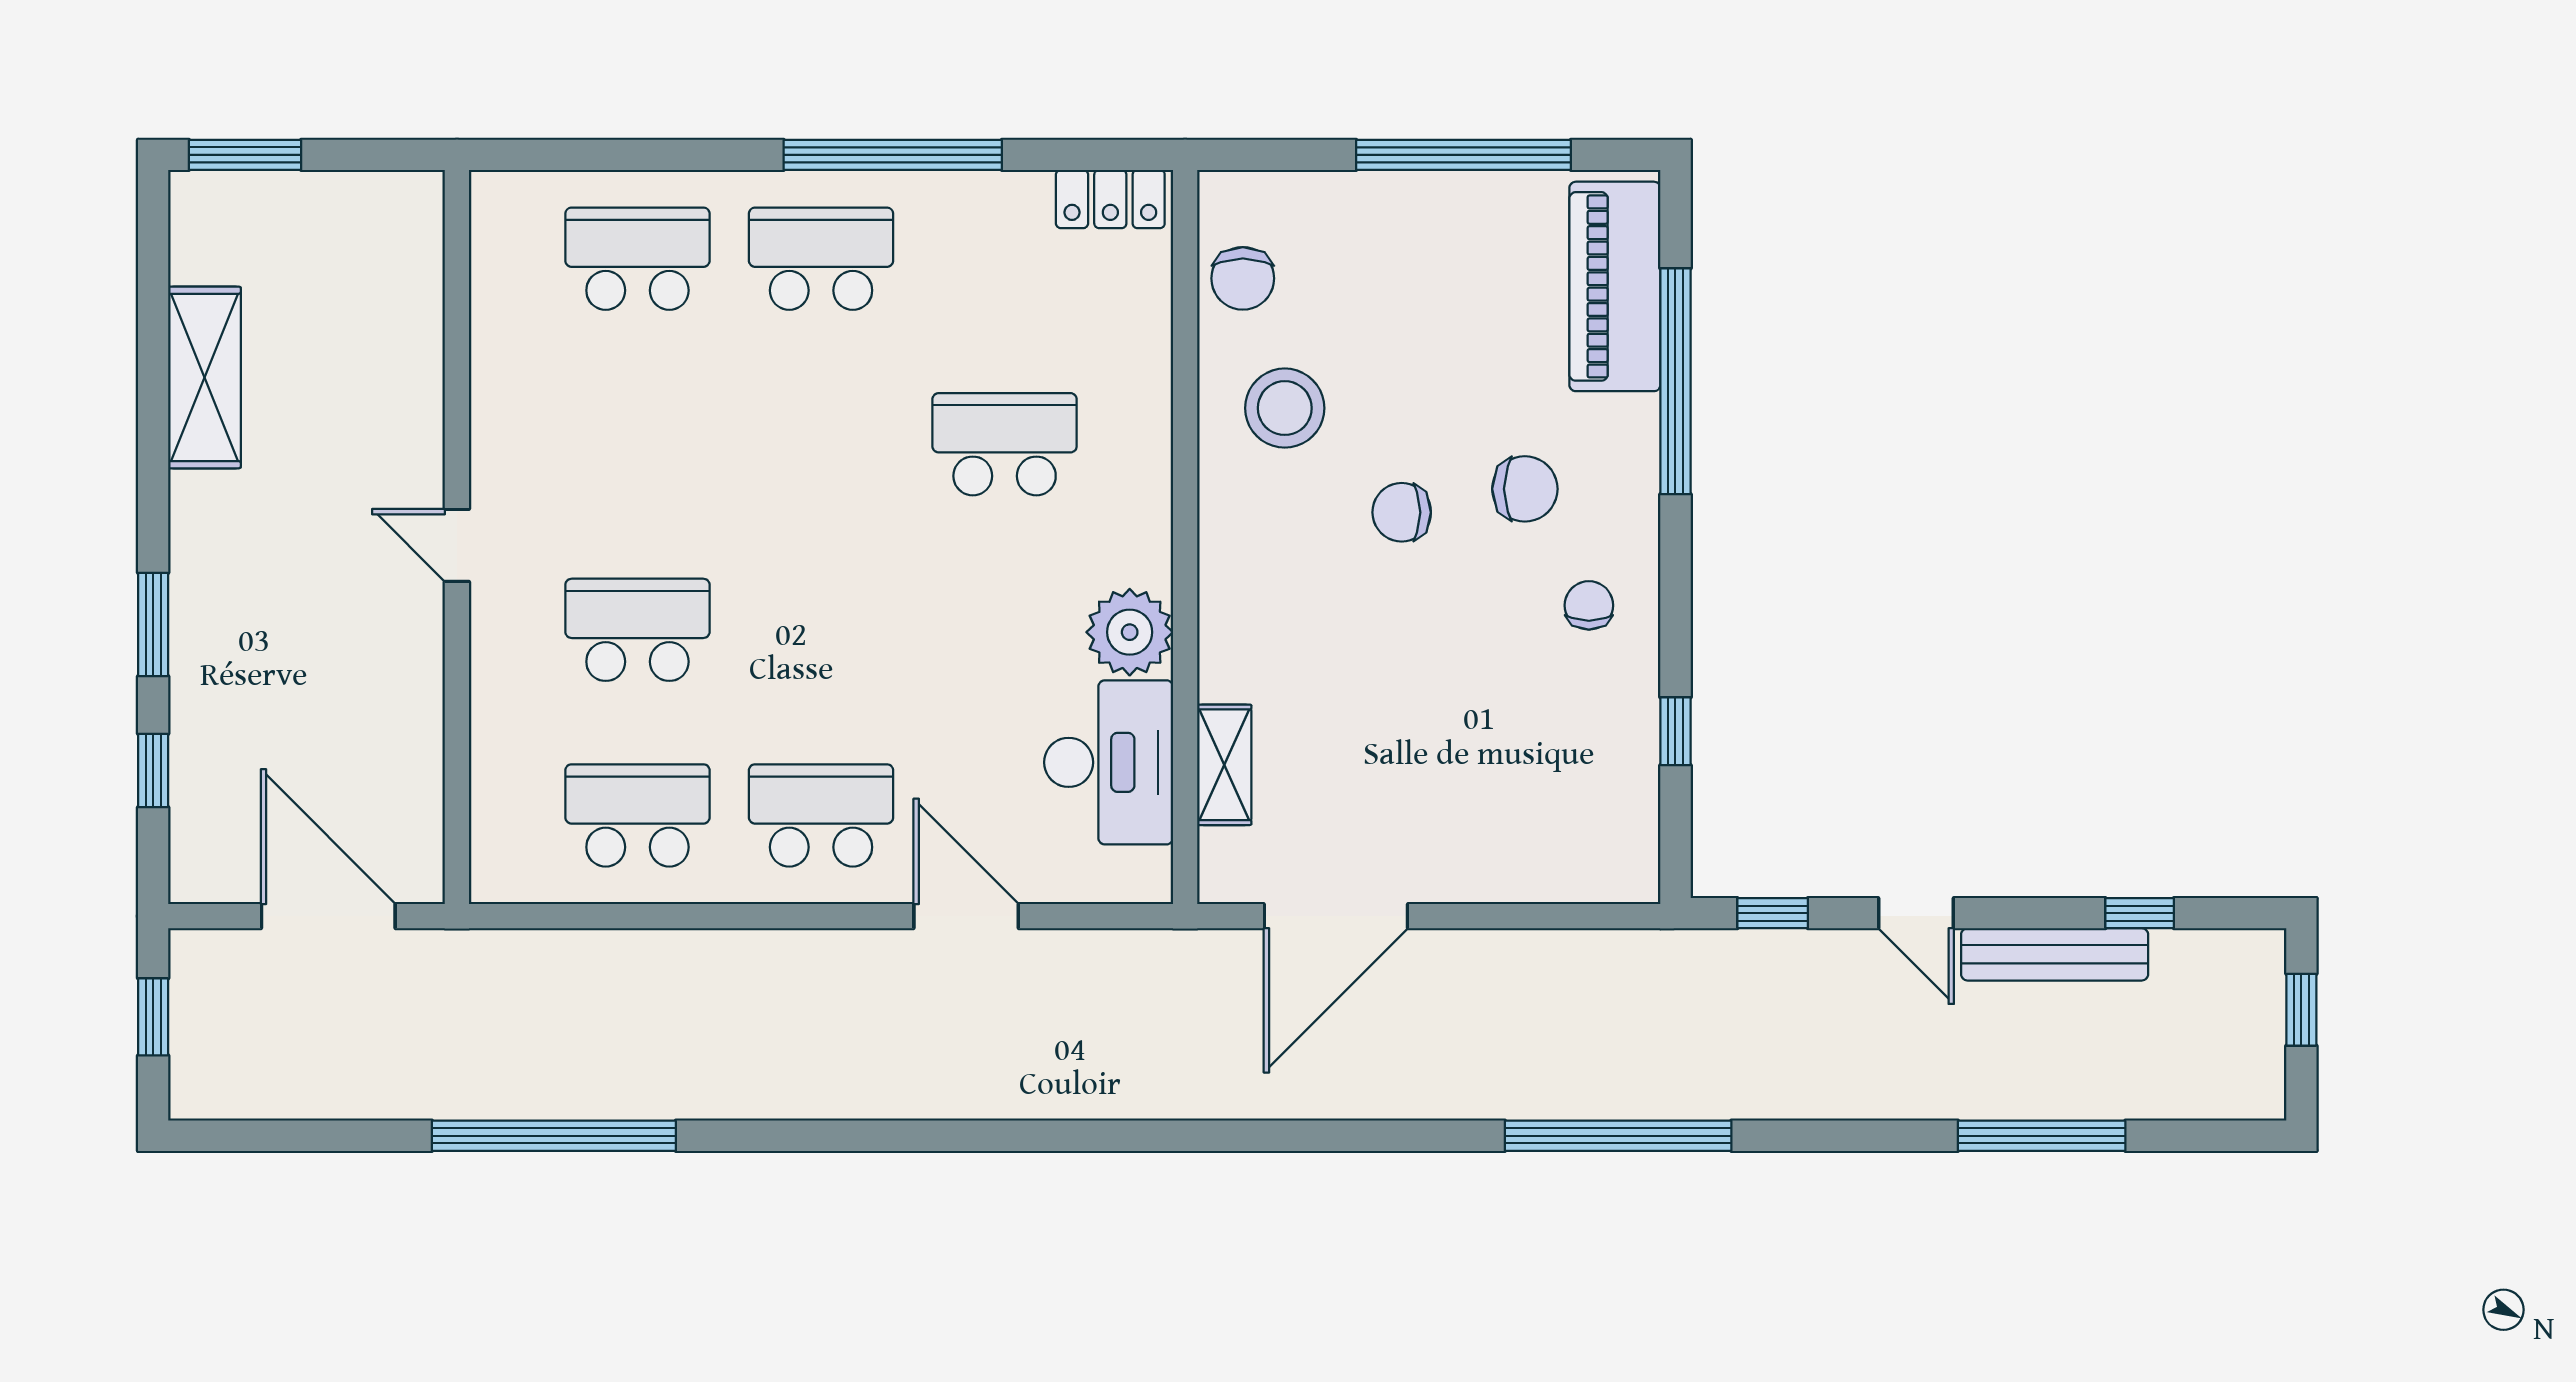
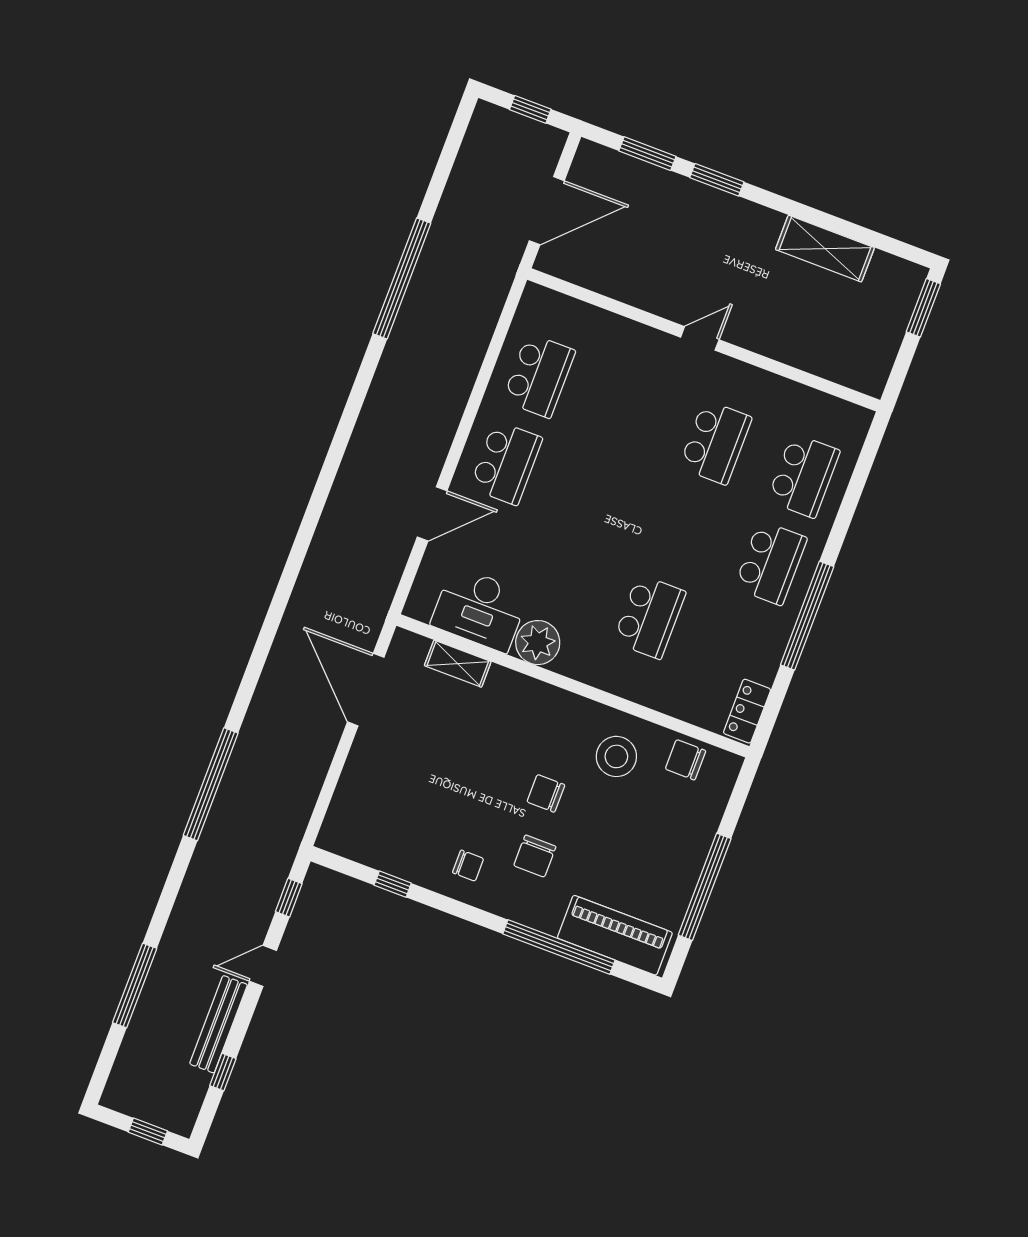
chair: (1402, 512) -> (546, 793), turned -90
school desk: (637, 630) -> (715, 442), moved
window: (153, 770) -> (647, 154), width x1.50

